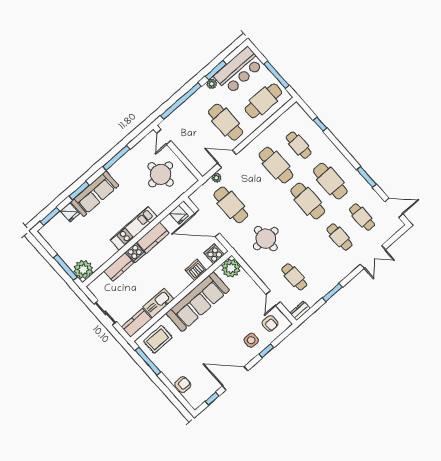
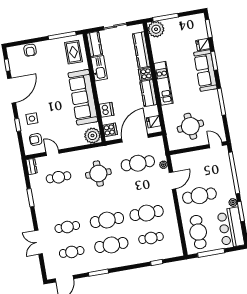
kitchen counter: (119, 267) -> (141, 50), width x1.50

